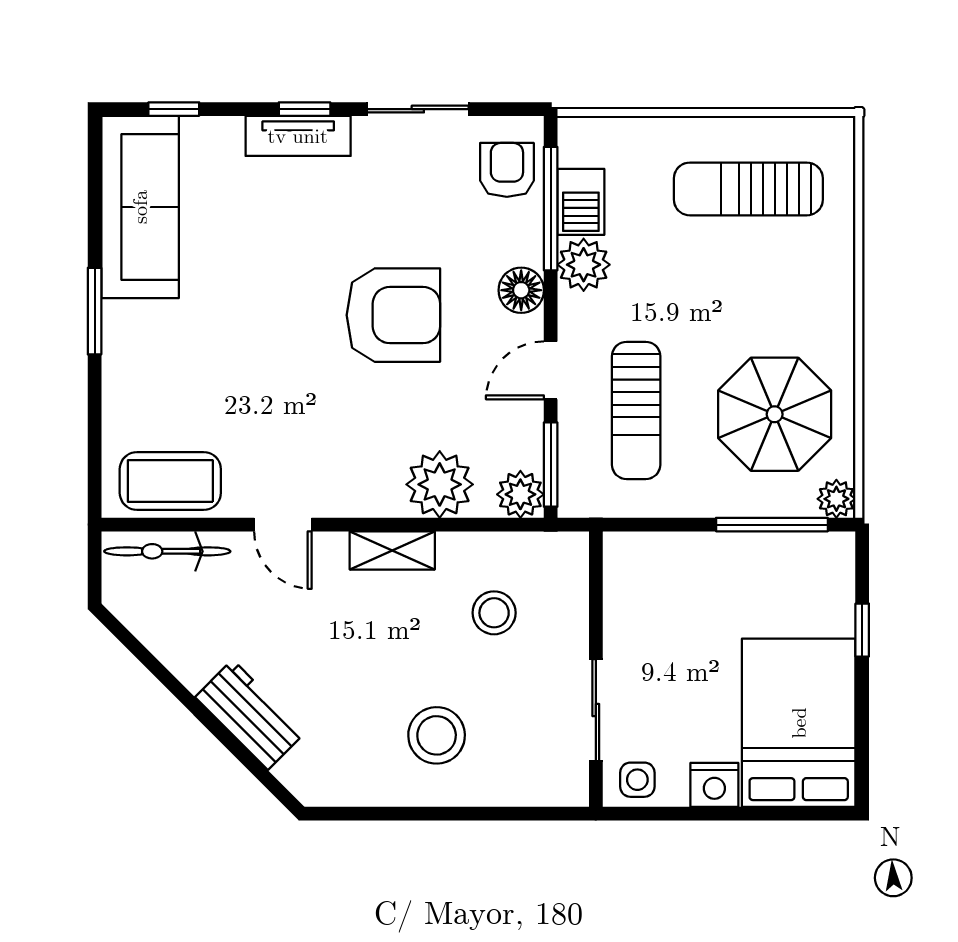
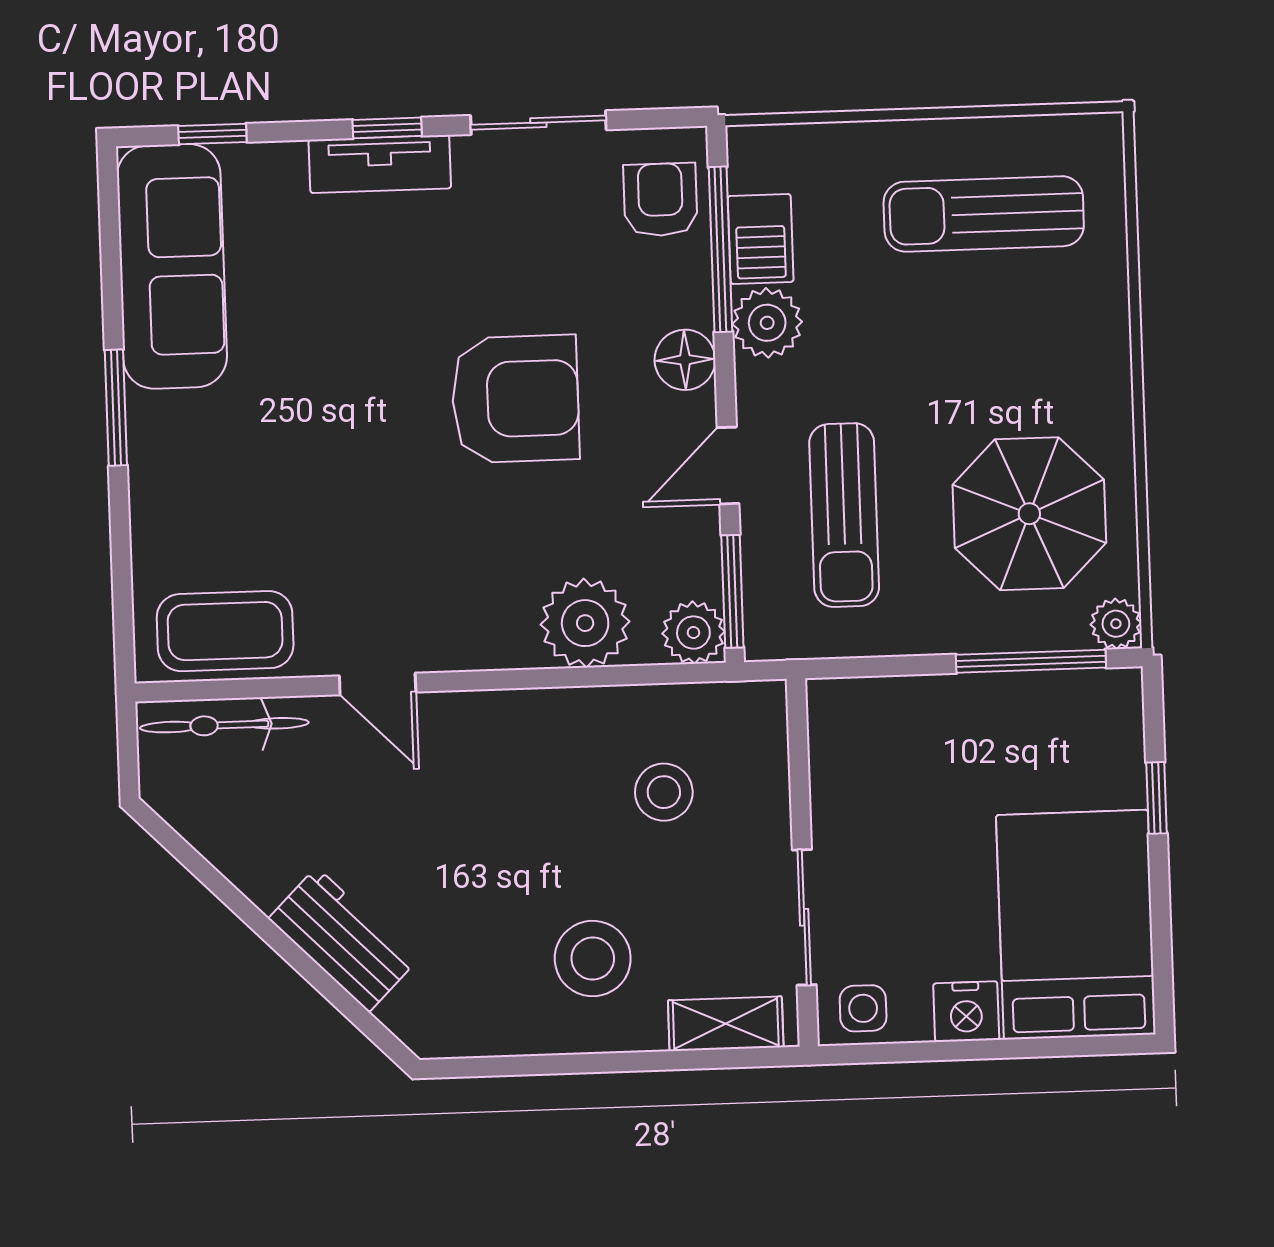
shelving: (392, 550) -> (726, 1024), moved

